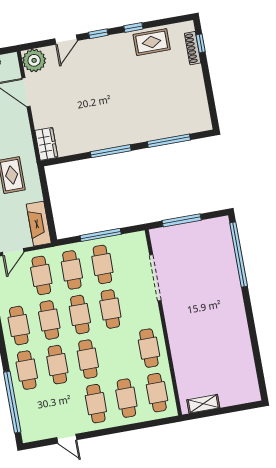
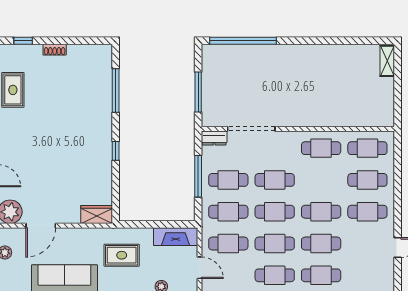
shoe rack: (193, 48) -> (55, 50), moved, width x0.70
window: (111, 151) -> (116, 151), width x0.46
dresser: (140, 244) -> (214, 138), added
shelving: (203, 404) -> (387, 61), moved

